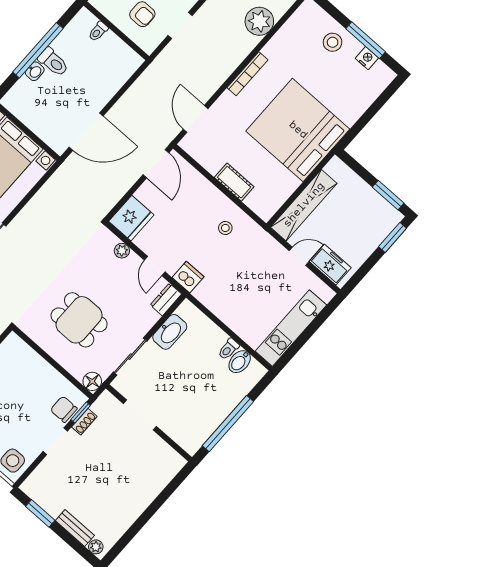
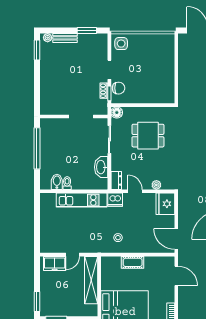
kitchen unit: (291, 328) -> (82, 200), moved, turned 90
window: (122, 543) -> (37, 50), added

